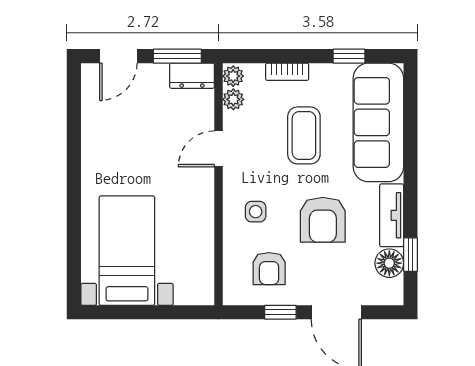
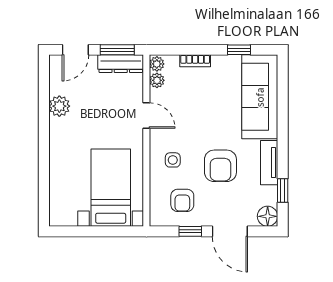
dresser: (192, 76) -> (121, 64), width x1.44
coffee table: (304, 135) -> (207, 106), removed
plant: (96, 136) -> (59, 106), added
door: (219, 149) -> (146, 115), swing flipped
bed with nightstands: (127, 251) -> (111, 188), moved
floor lamp: (389, 263) -> (268, 216), moved

